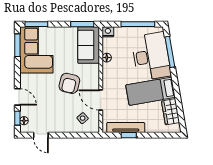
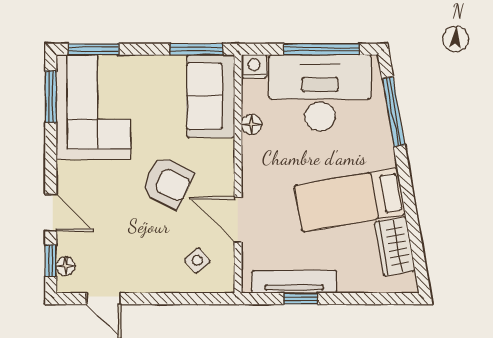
desk: (151, 56) -> (320, 93), moved, turned -80
armchair: (69, 83) -> (168, 182), turned -78

